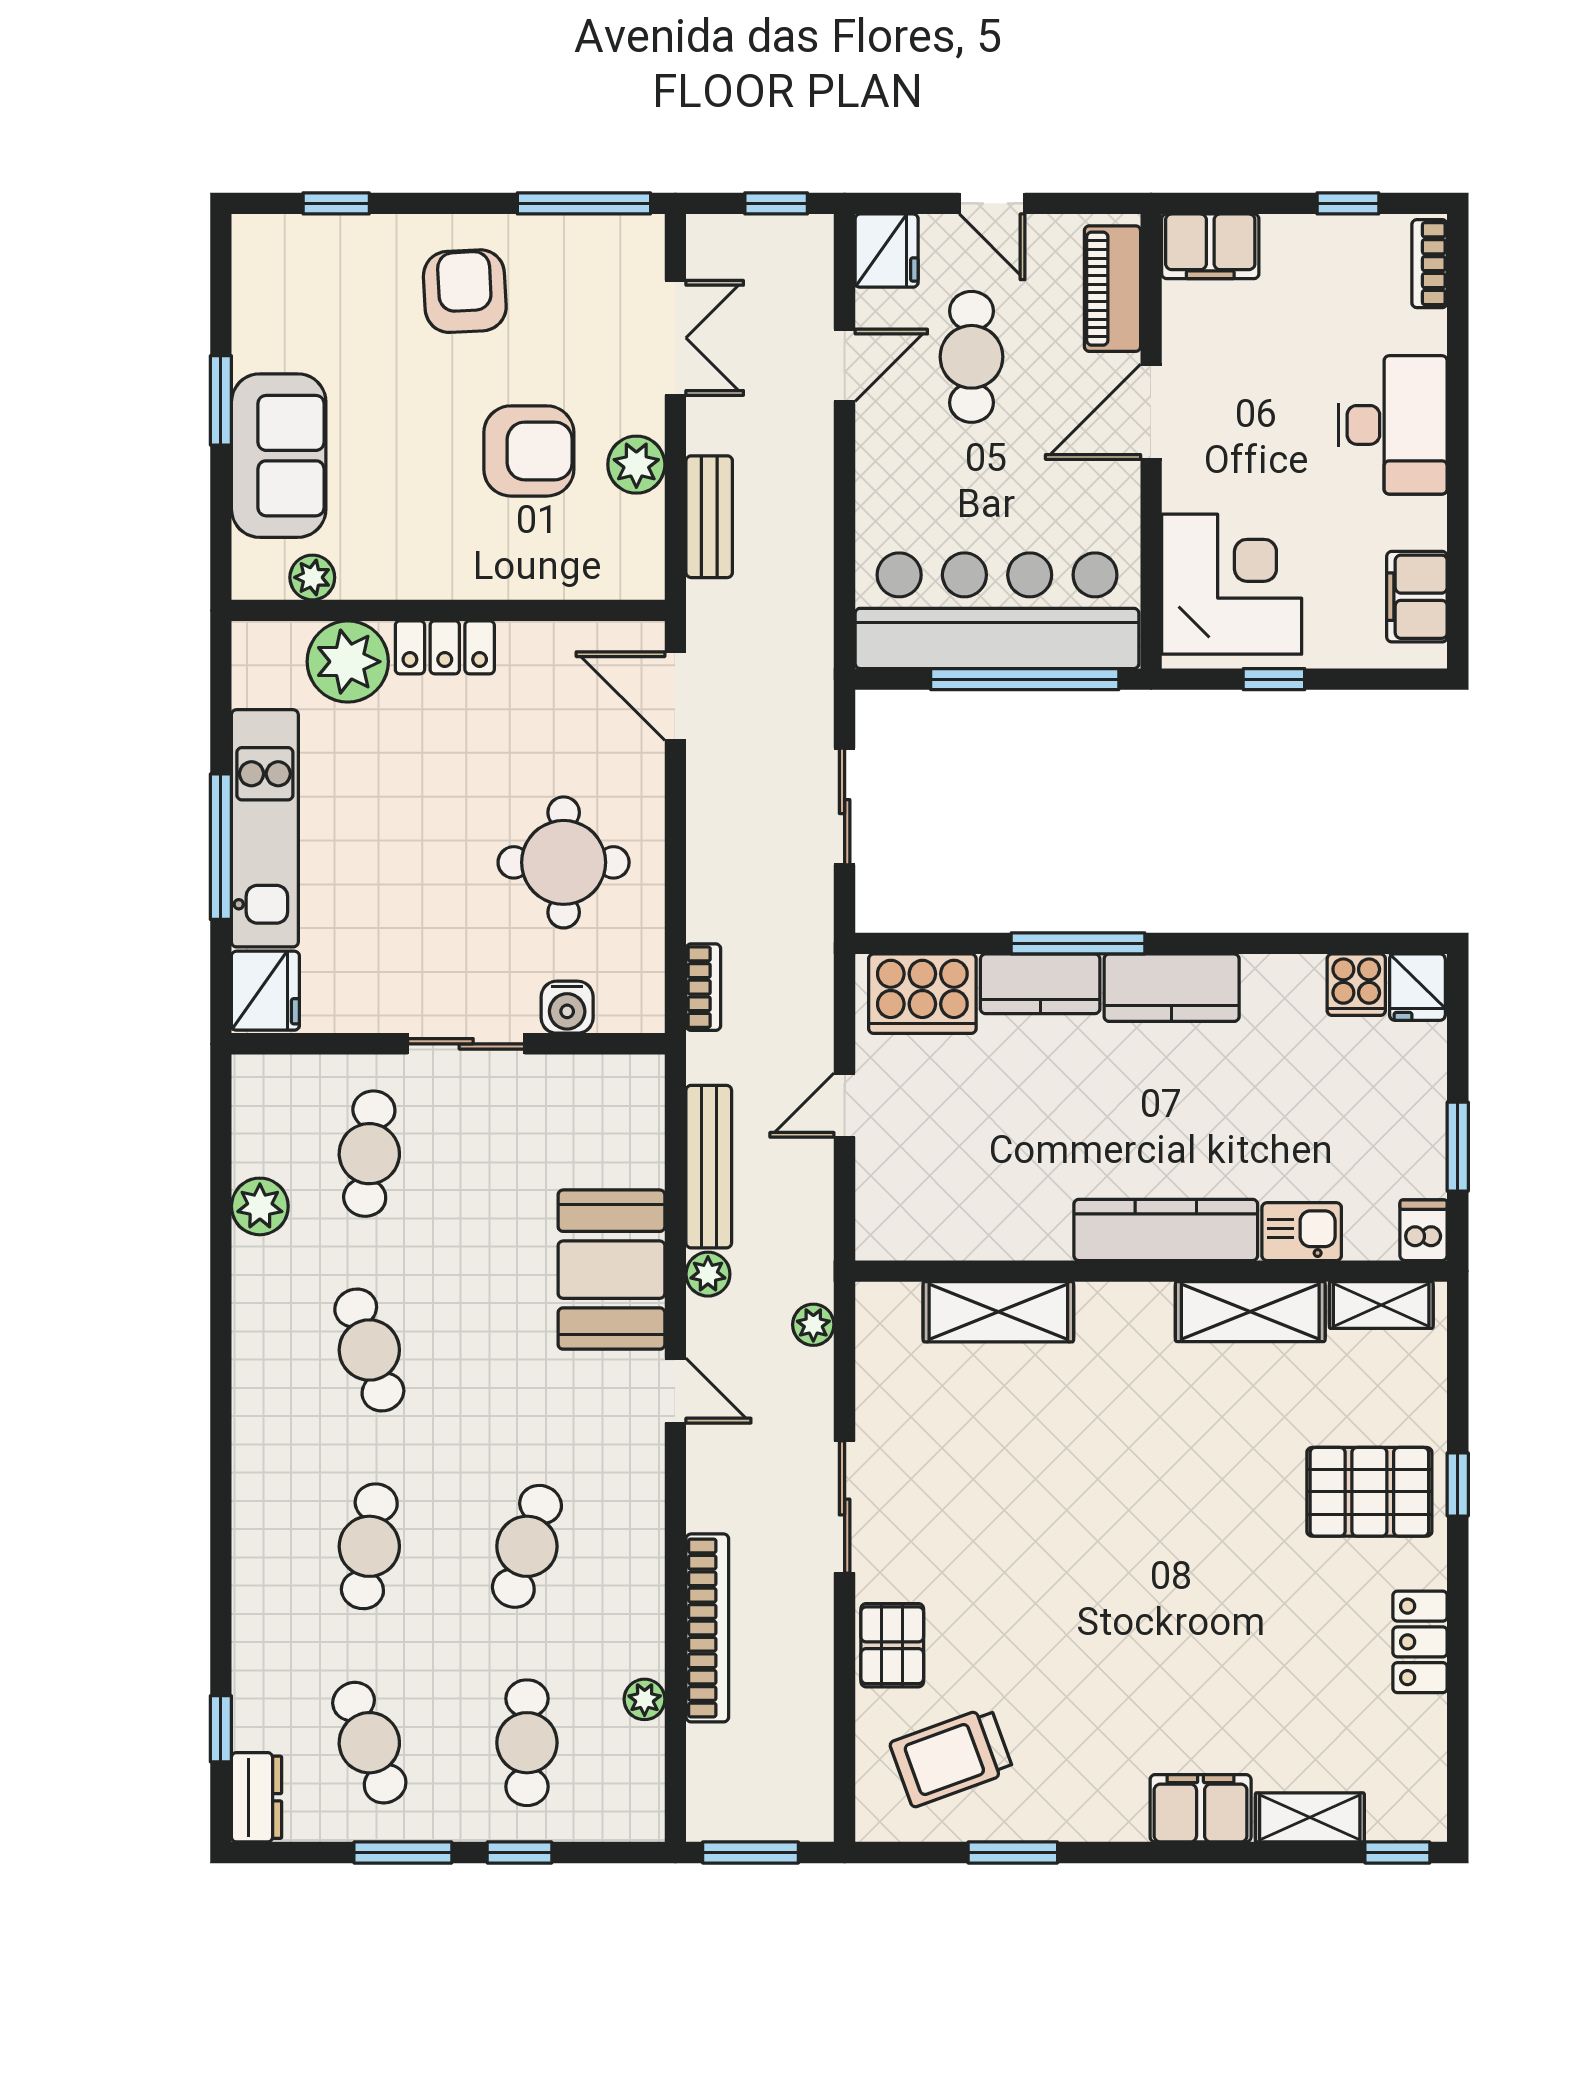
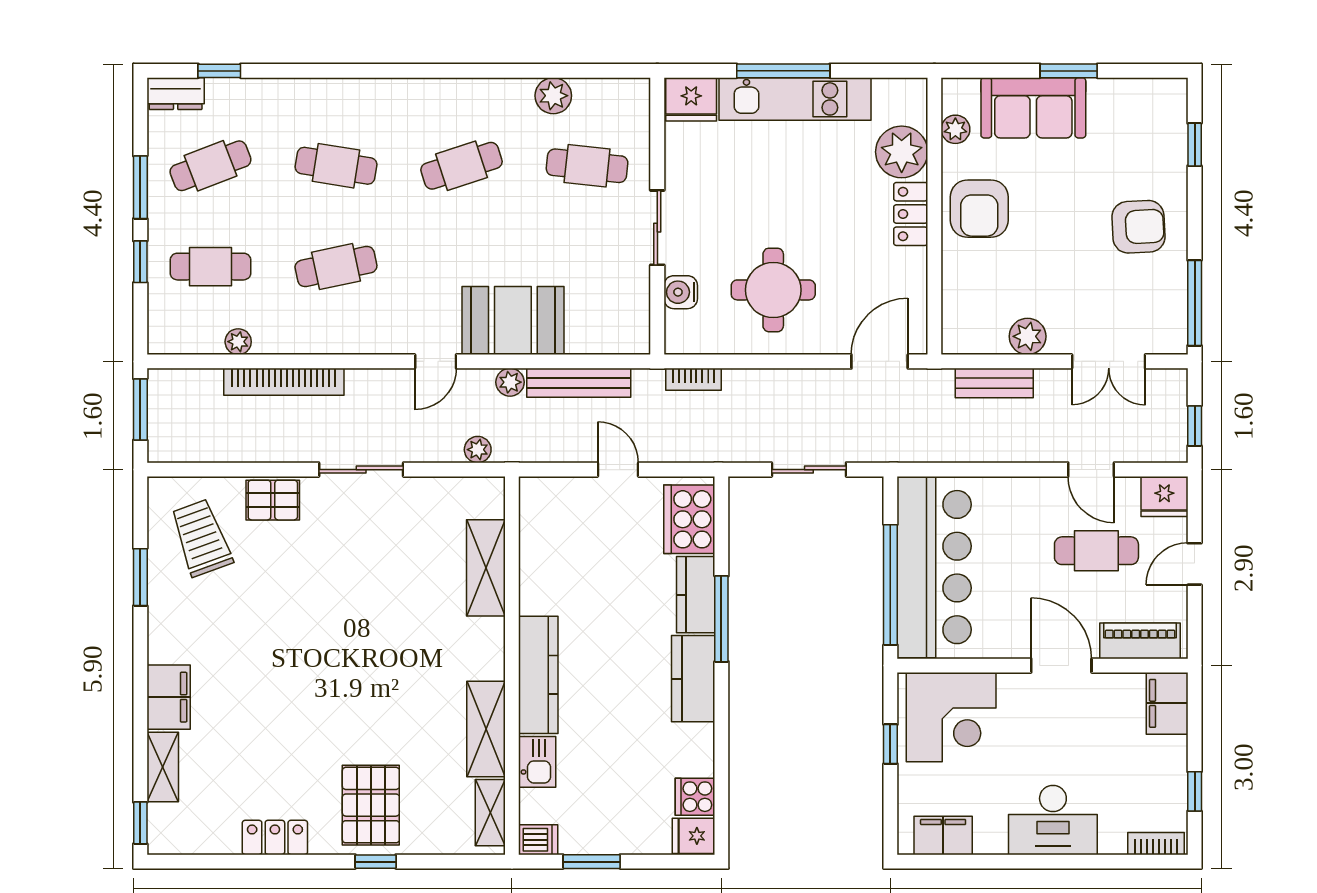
armchair: (529, 451) -> (979, 209), moved
cafe table: (527, 1546) -> (336, 267), turned -30

